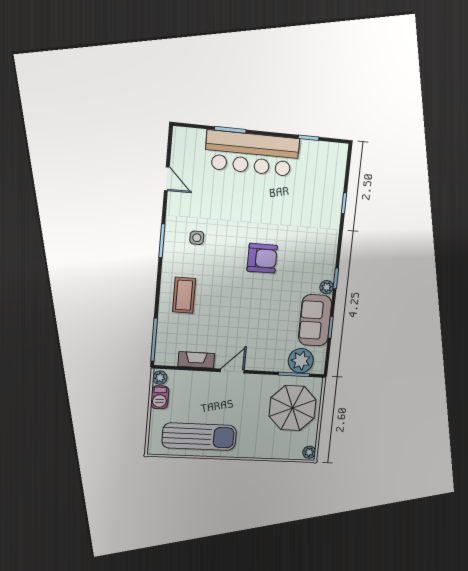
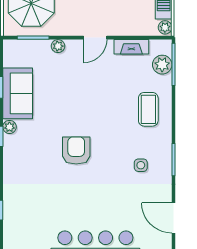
door: (167, 179) -> (173, 218), width x1.38
armchair: (262, 258) -> (76, 151), turned 90
plant: (166, 340) -> (162, 65), added
plant: (301, 361) -> (58, 46), moved, width x0.53, depth x0.53

